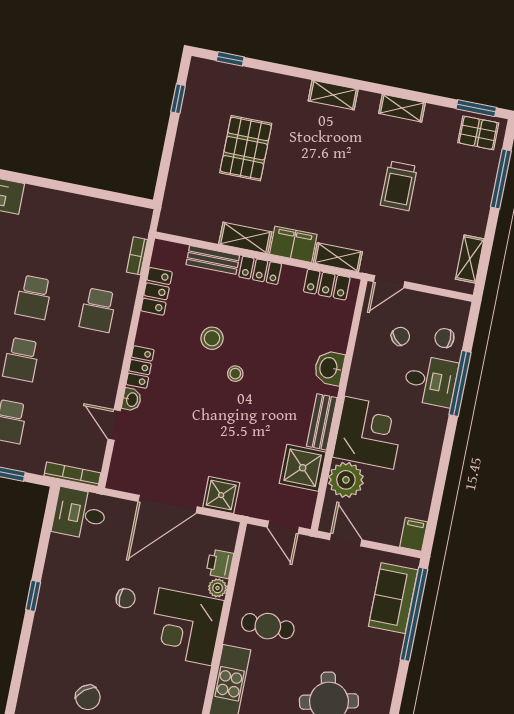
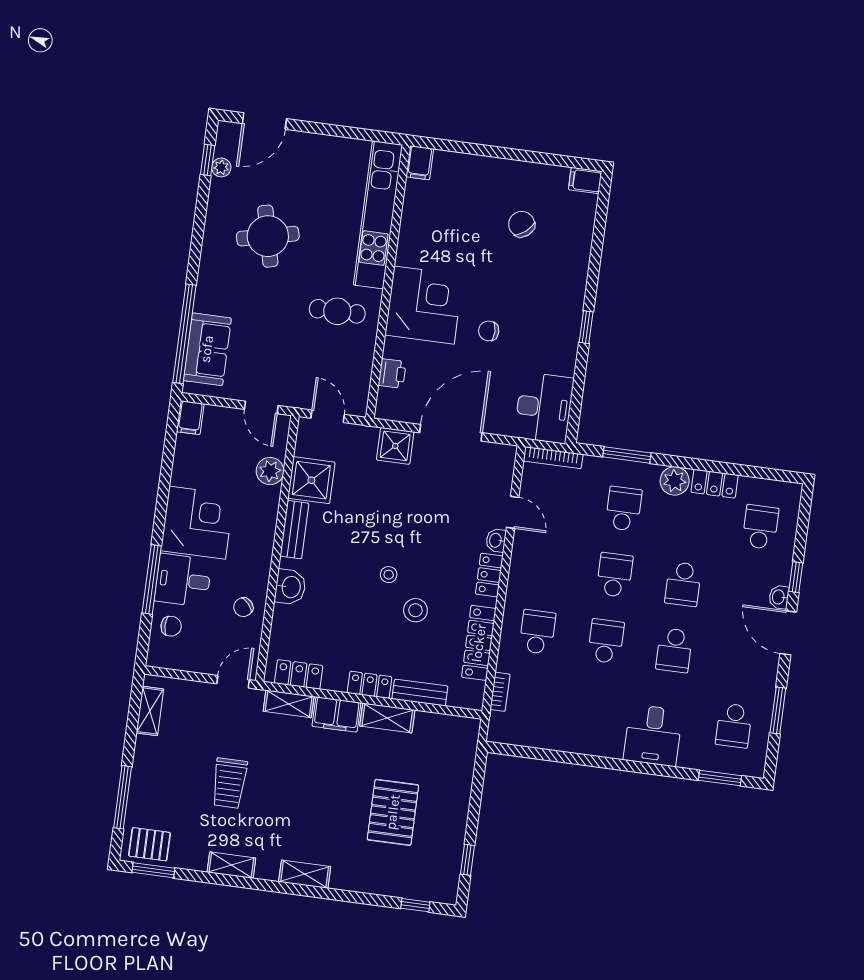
trolley: (399, 186) -> (229, 783), turned 180
locker: (156, 291) -> (479, 643), width x1.53
chair: (400, 336) -> (243, 607), moved
corner desk: (369, 433) -> (197, 523), moved, turned 180
plant: (346, 480) -> (270, 471), width x0.73, depth x0.73
desk: (80, 514) -> (544, 408), width x1.37
plant: (218, 588) -> (393, 348), removed

